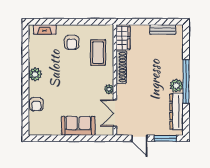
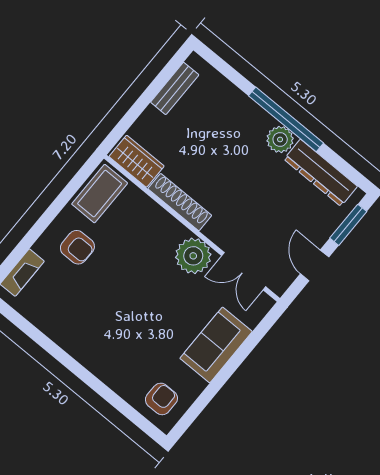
coffee table: (98, 53) -> (100, 194), moved, turned 90
plant: (35, 74) -> (80, 346), removed
plant: (109, 89) -> (193, 256), width x1.88, depth x1.88
armchair: (36, 104) -> (161, 399), moved, turned -90
door: (139, 138) -> (315, 265), swing flipped

